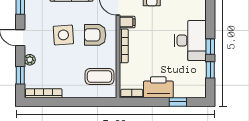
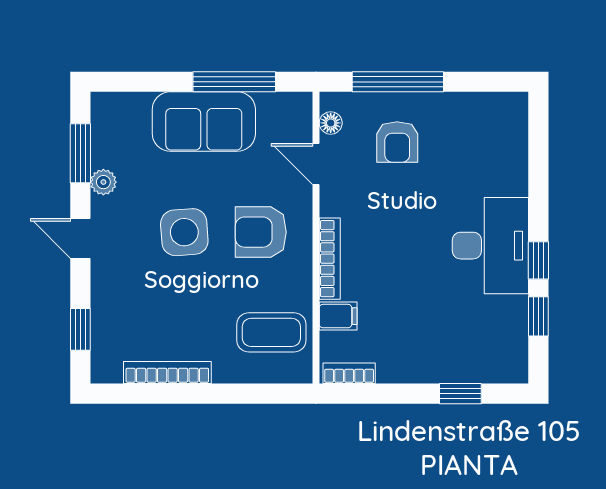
filing cabinet: (127, 22) -> (338, 316), moved
plant: (30, 60) -> (103, 182), moved
printer: (158, 87) -> (413, 358), removed
bookcase: (44, 93) -> (167, 373), moved

